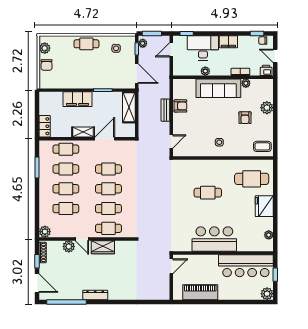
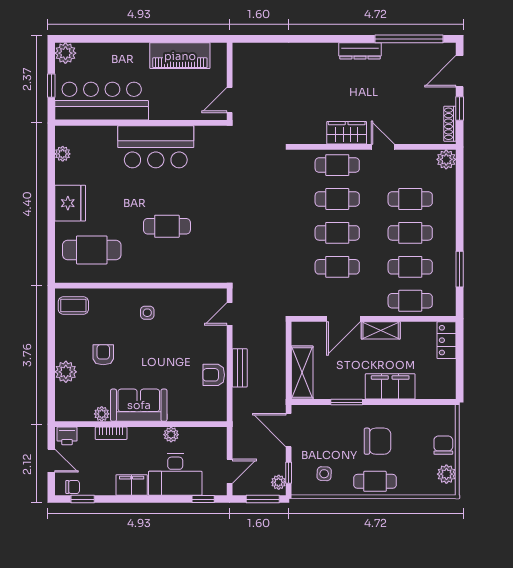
chair: (85, 67) -> (377, 441), added
sofa: (218, 88) -> (139, 405), width x0.73
plant: (69, 246) -> (405, 134), removed
door: (37, 283) -> (460, 71), hinge flipped

